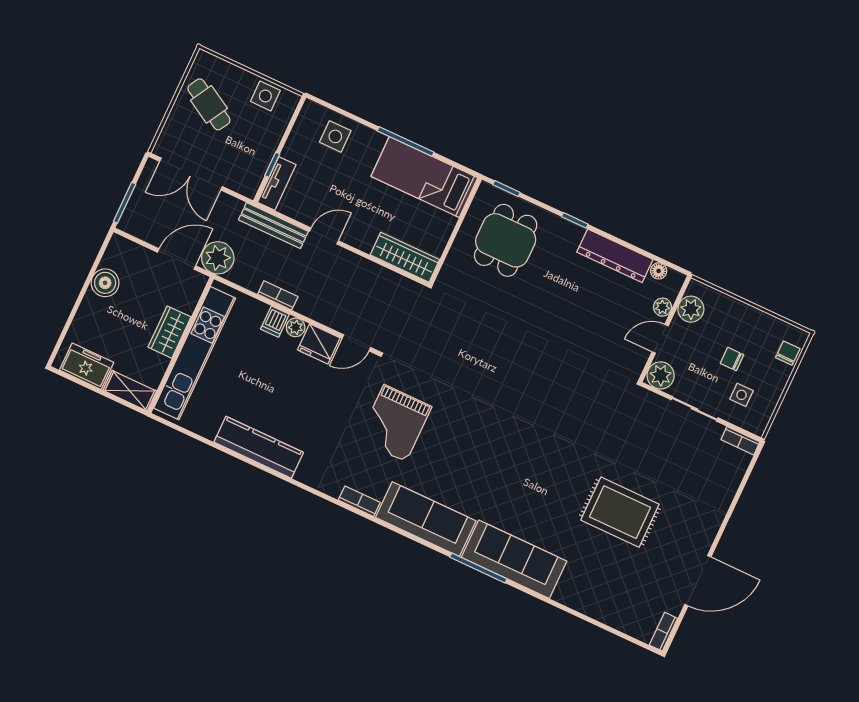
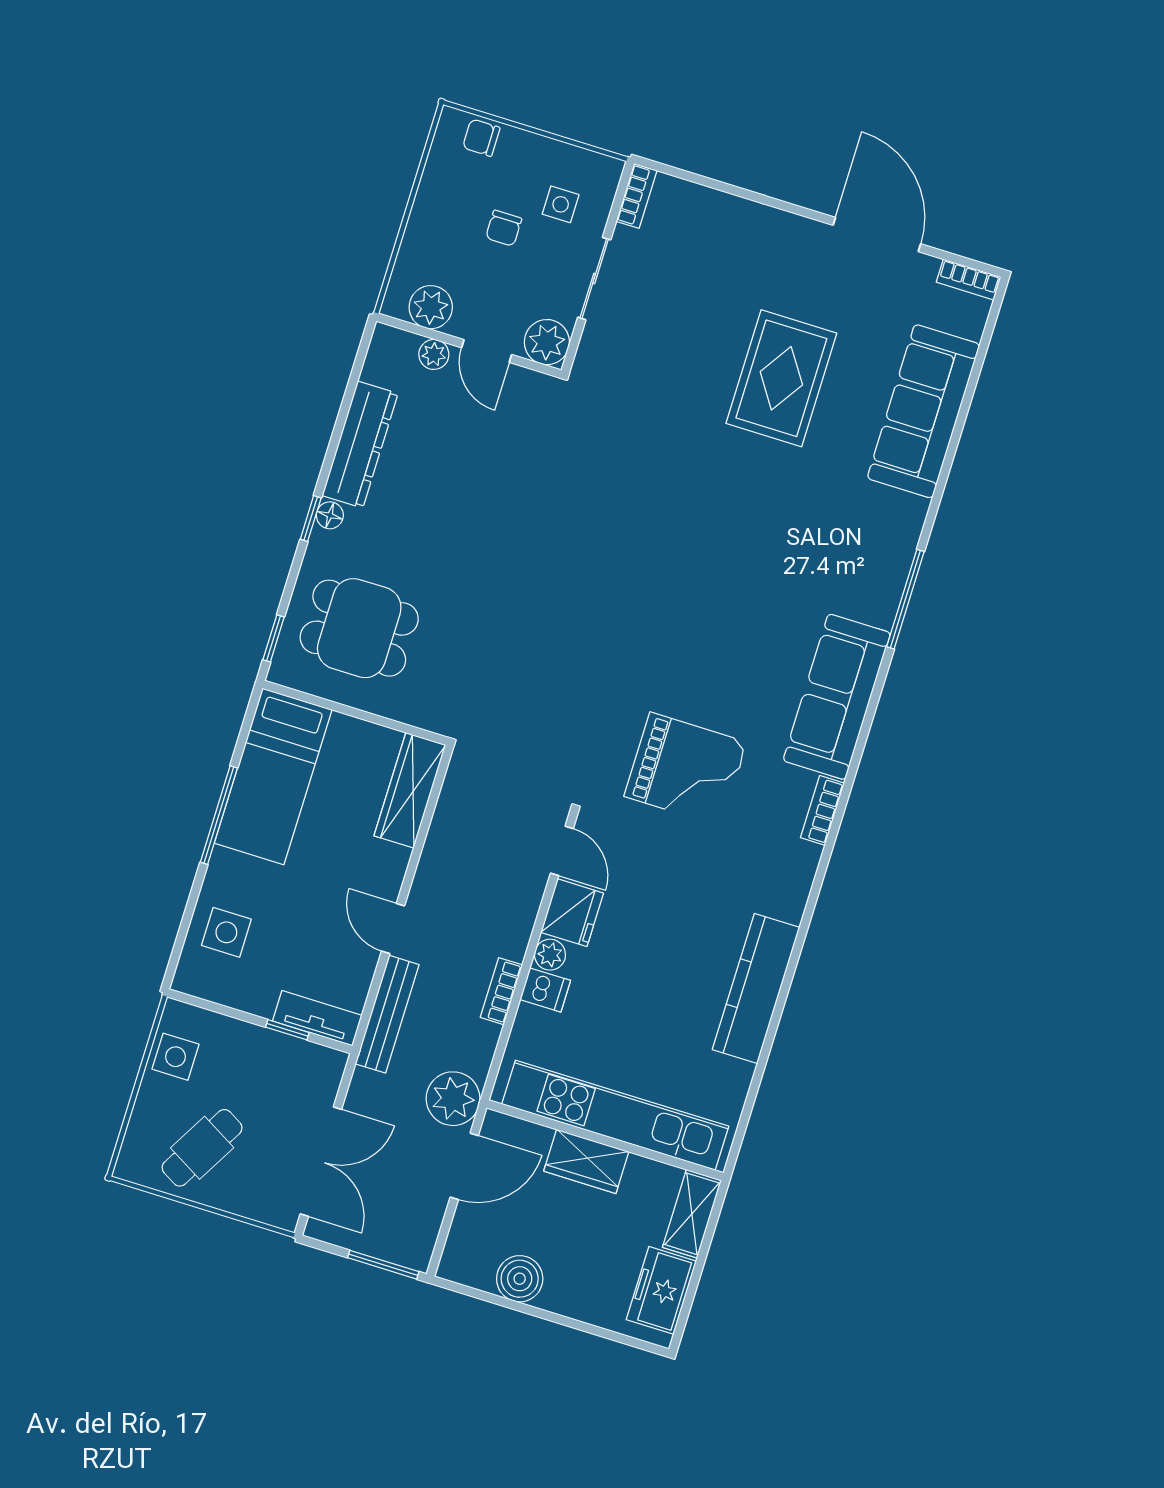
door: (177, 259) -> (464, 1166), swing flipped
floor lamp: (659, 271) -> (330, 515), moved
sofa: (514, 559) -> (924, 411), moved

